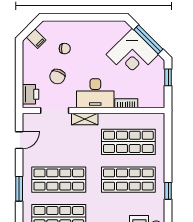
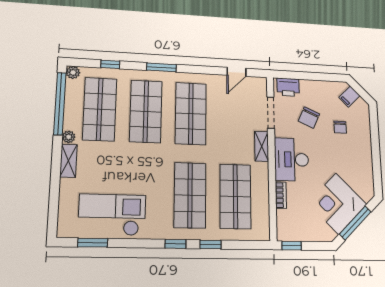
chair: (57, 76) -> (309, 118), turned -88
window: (168, 77) -> (292, 246), moved
door: (19, 140) -> (237, 72), hinge flipped
window: (168, 162) -> (211, 244), added
window: (19, 189) -> (161, 67), moved

